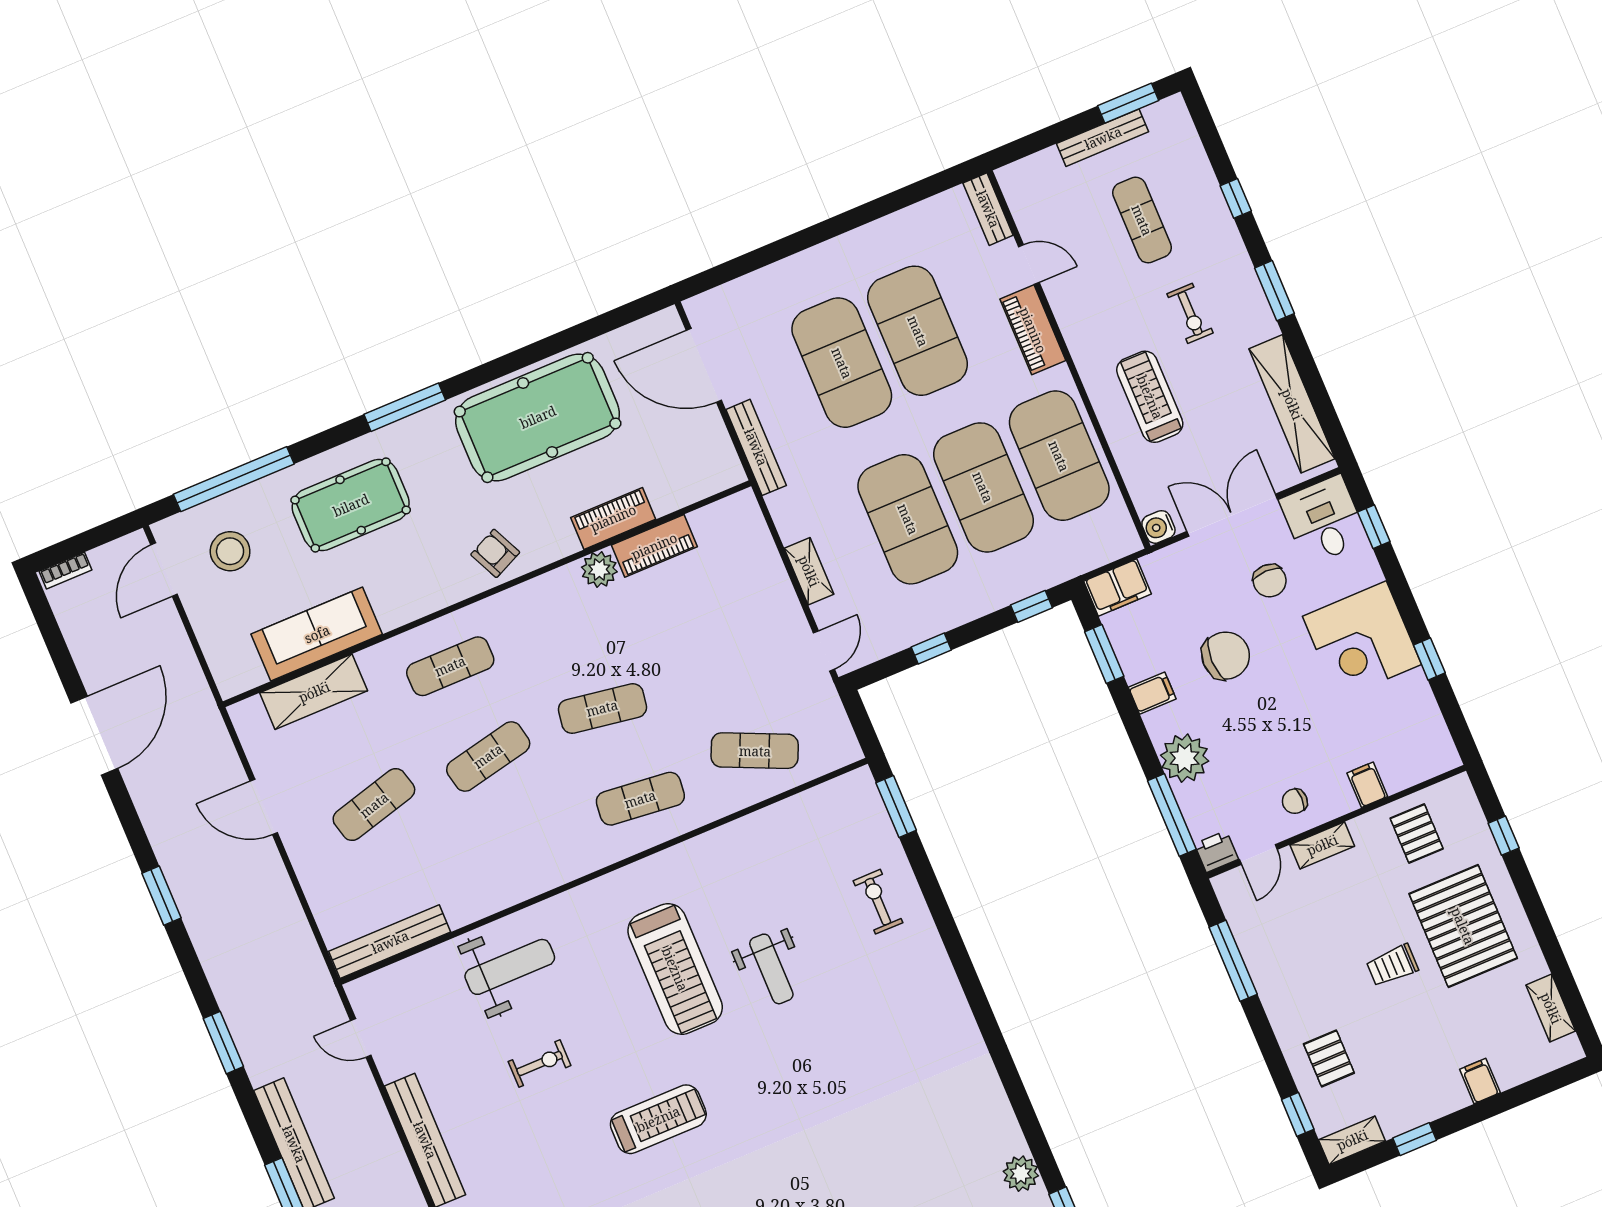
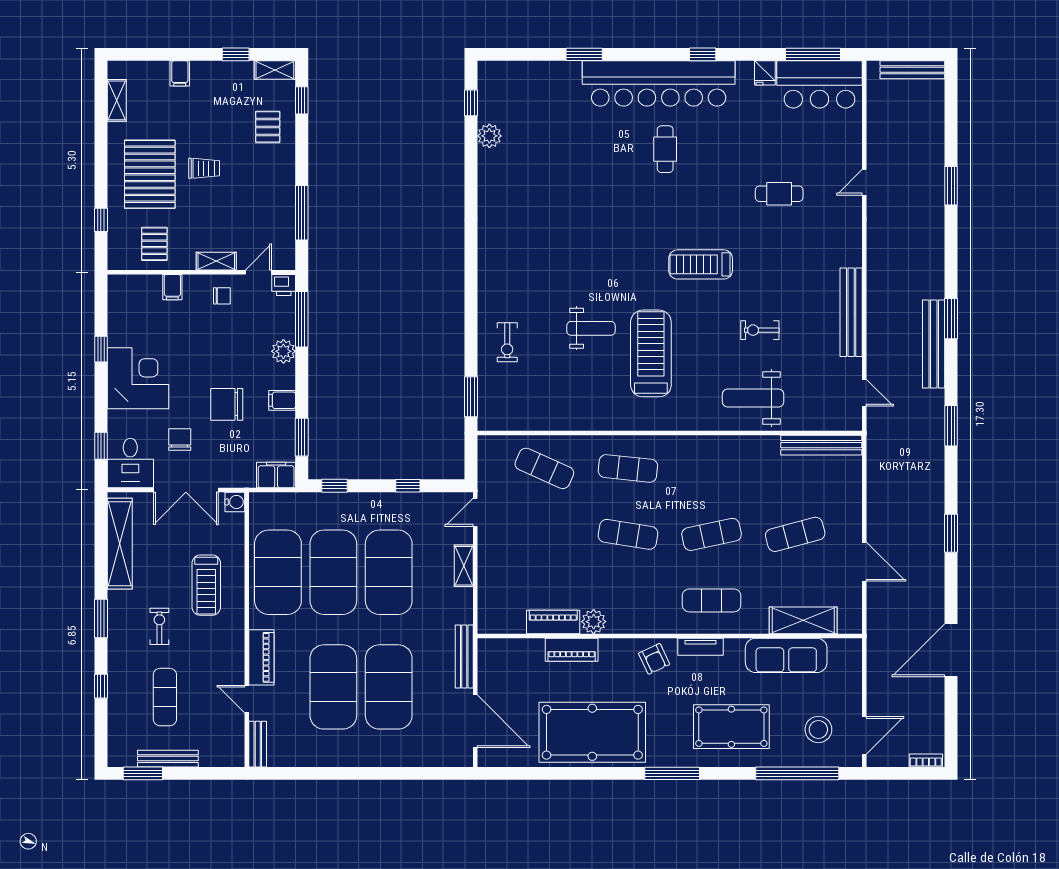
tv unit: (439, 597) -> (700, 647), added
plant: (1185, 758) -> (283, 351), width x0.73, depth x0.73
weight bench: (771, 969) -> (591, 328), turned 90

